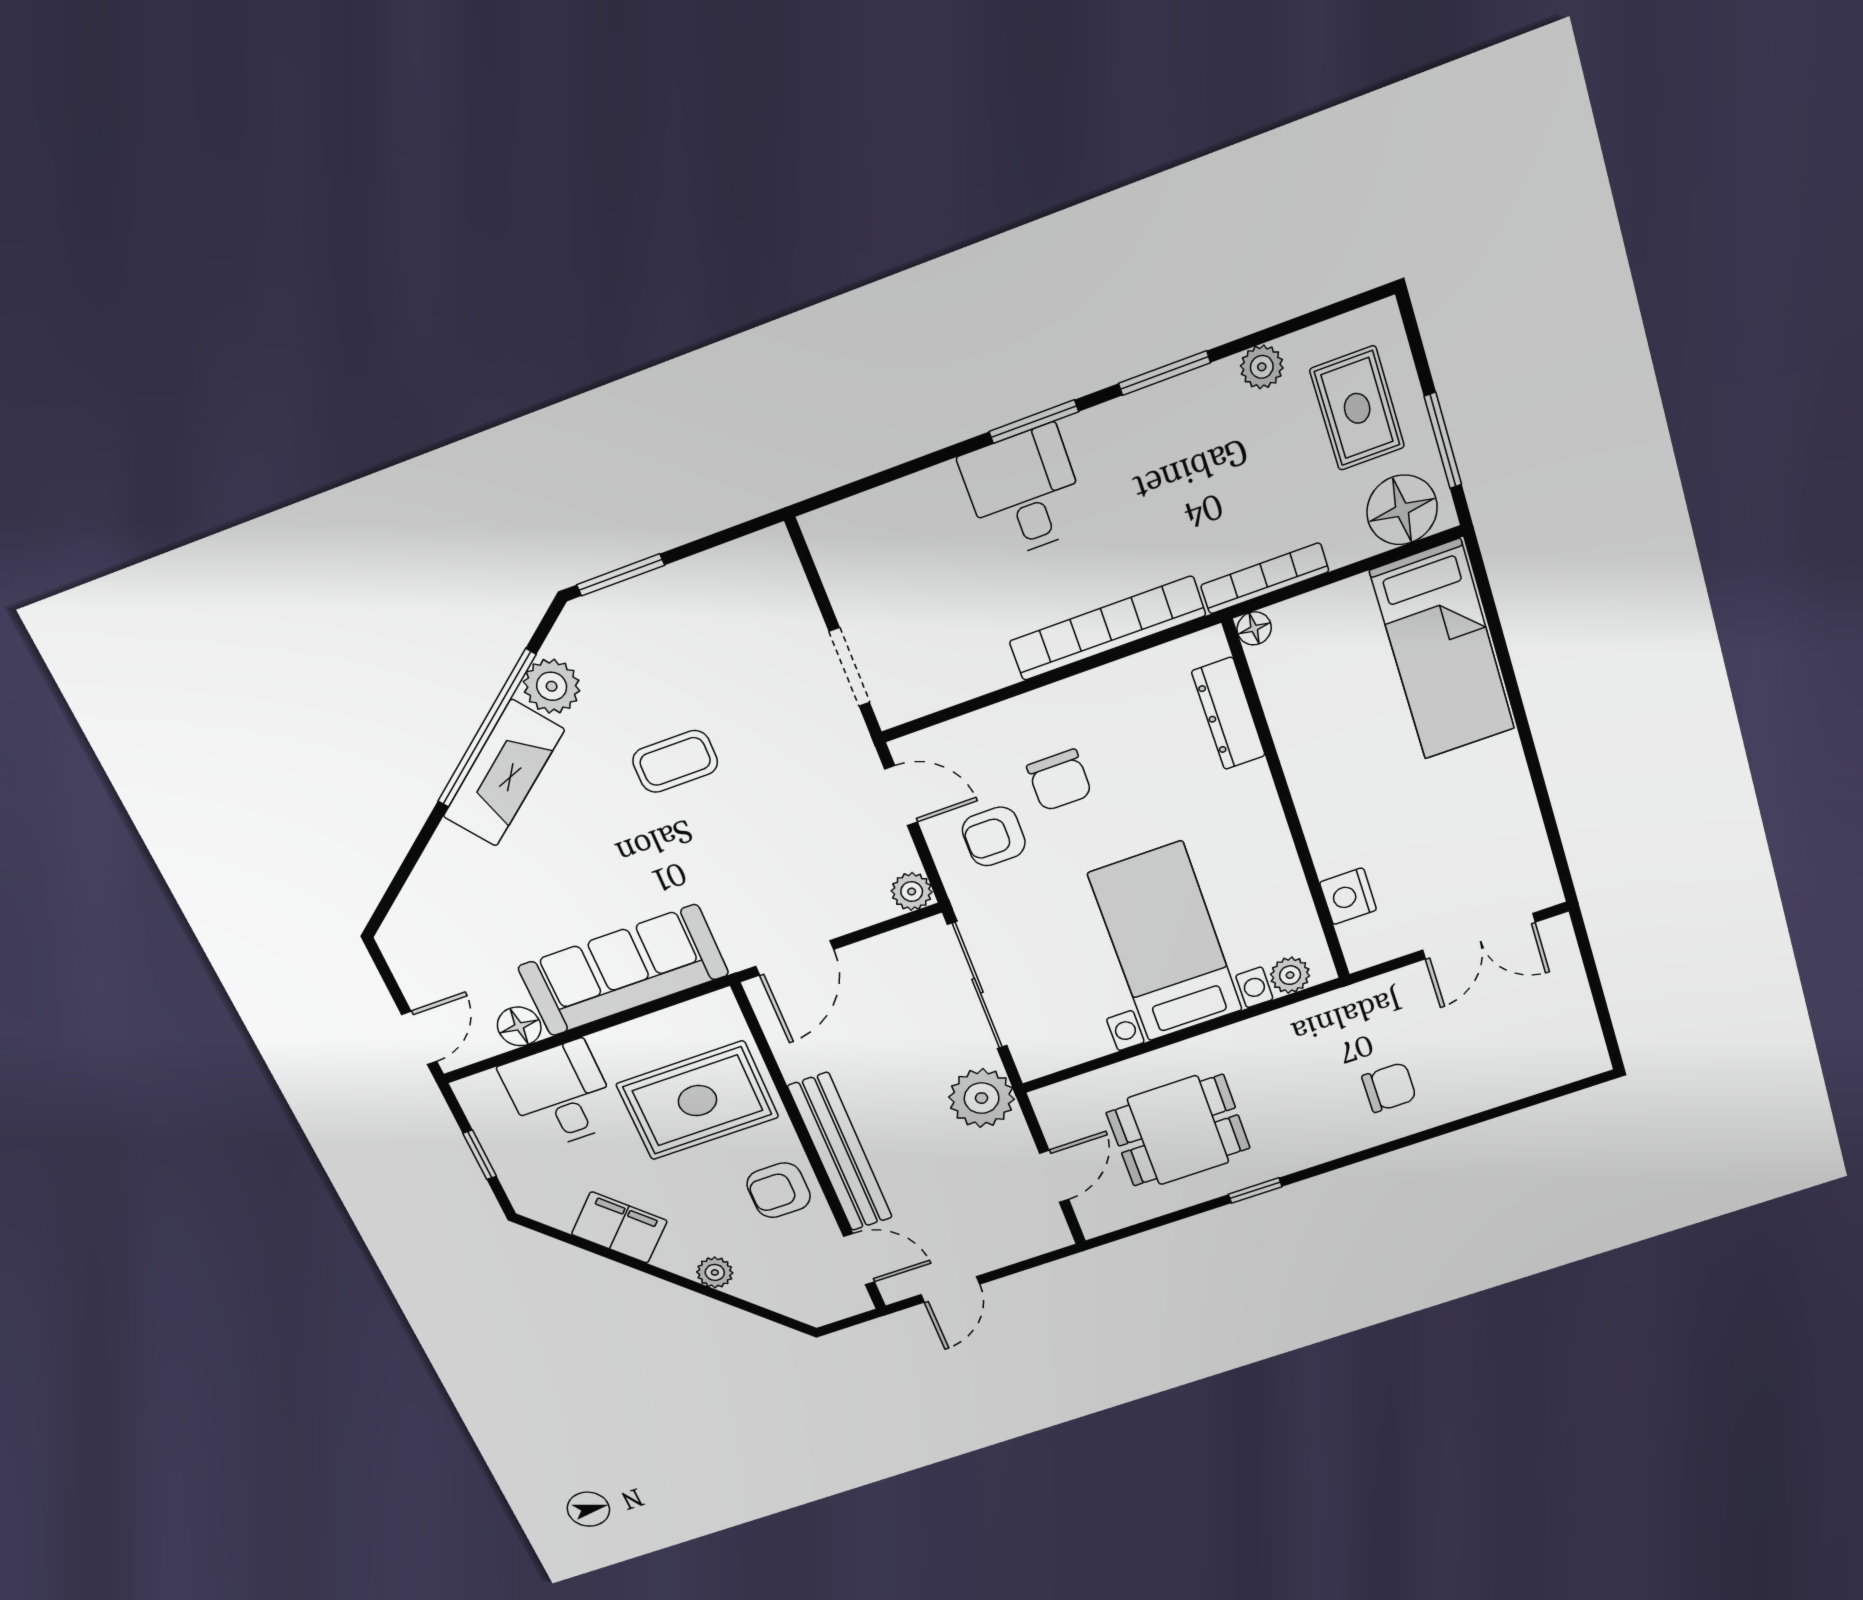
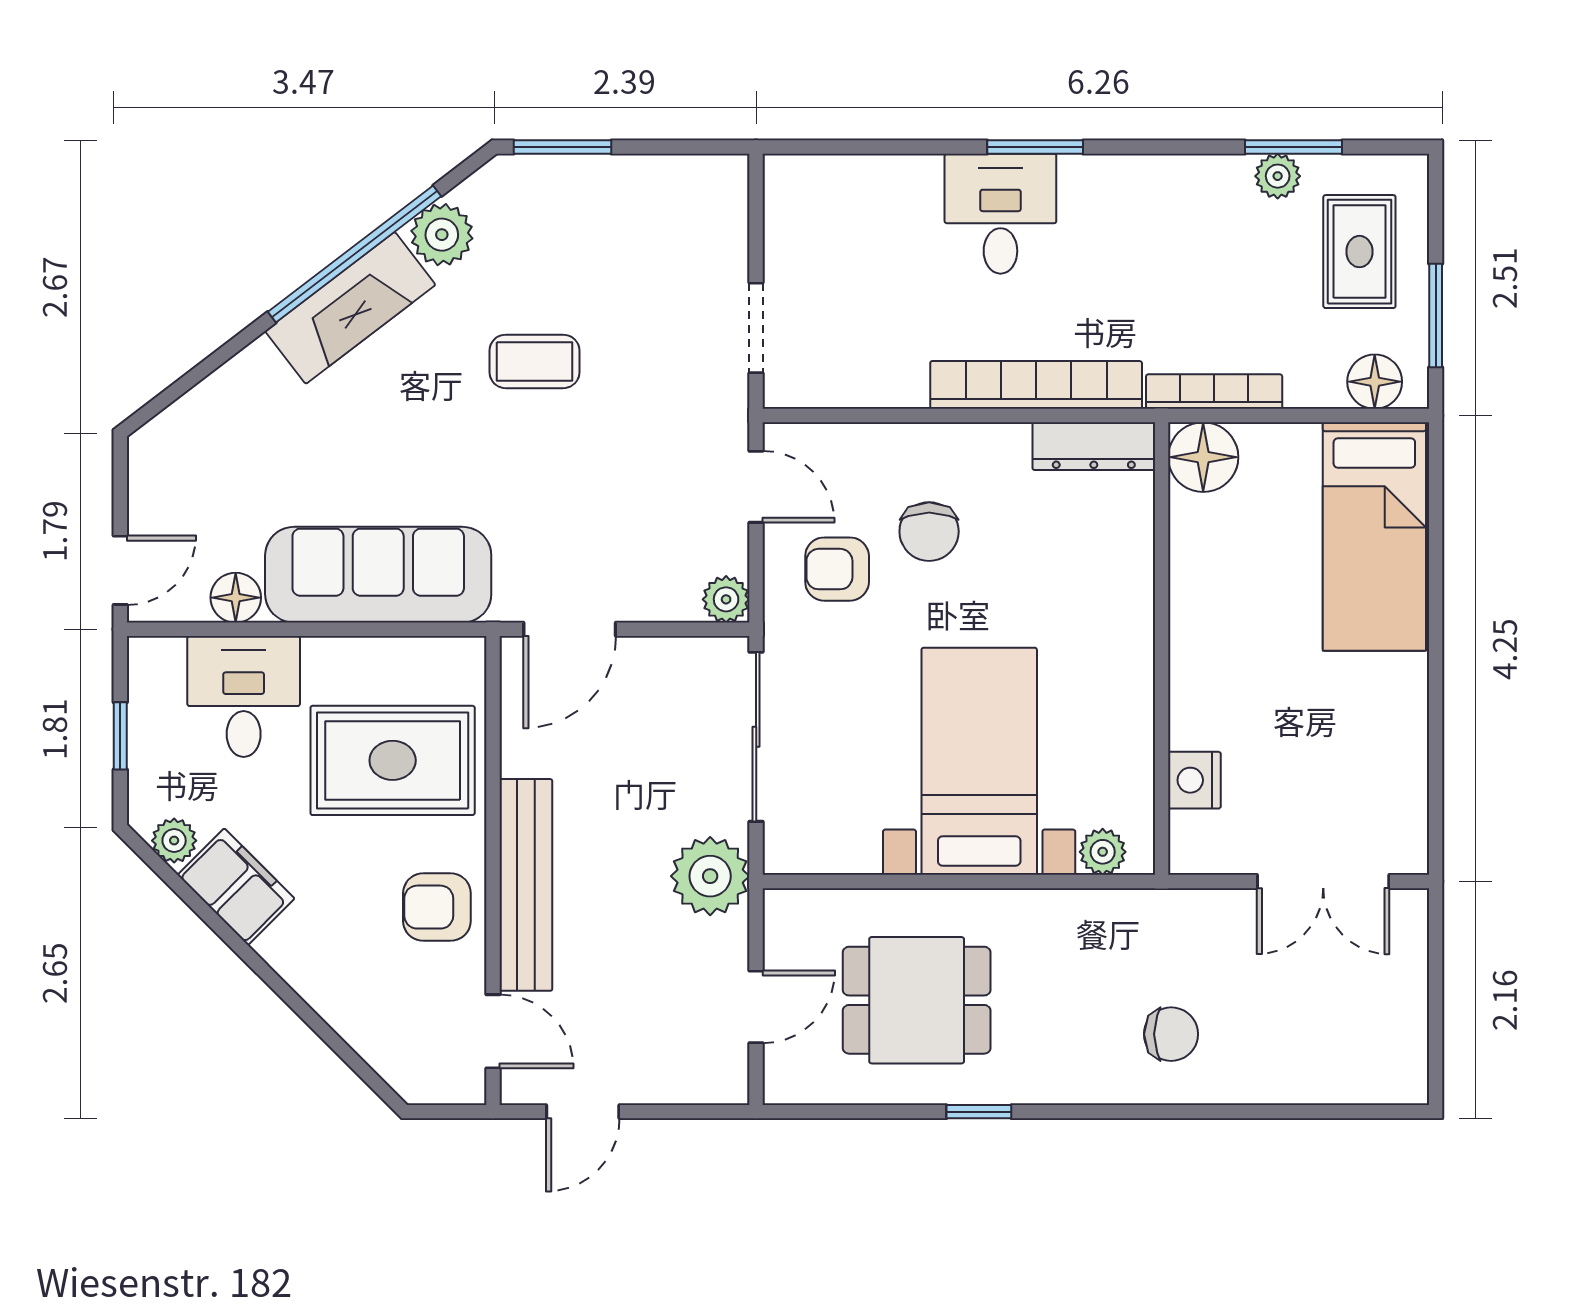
window: (1164, 373) -> (1294, 147), moved
floor lamp: (1402, 510) -> (1375, 382), width x0.73, depth x0.73
floor lamp: (1254, 628) -> (1203, 457), width x1.89, depth x1.89
dresser: (1228, 714) -> (1094, 446), moved, turned -90
plant: (715, 1272) -> (174, 841), moved

